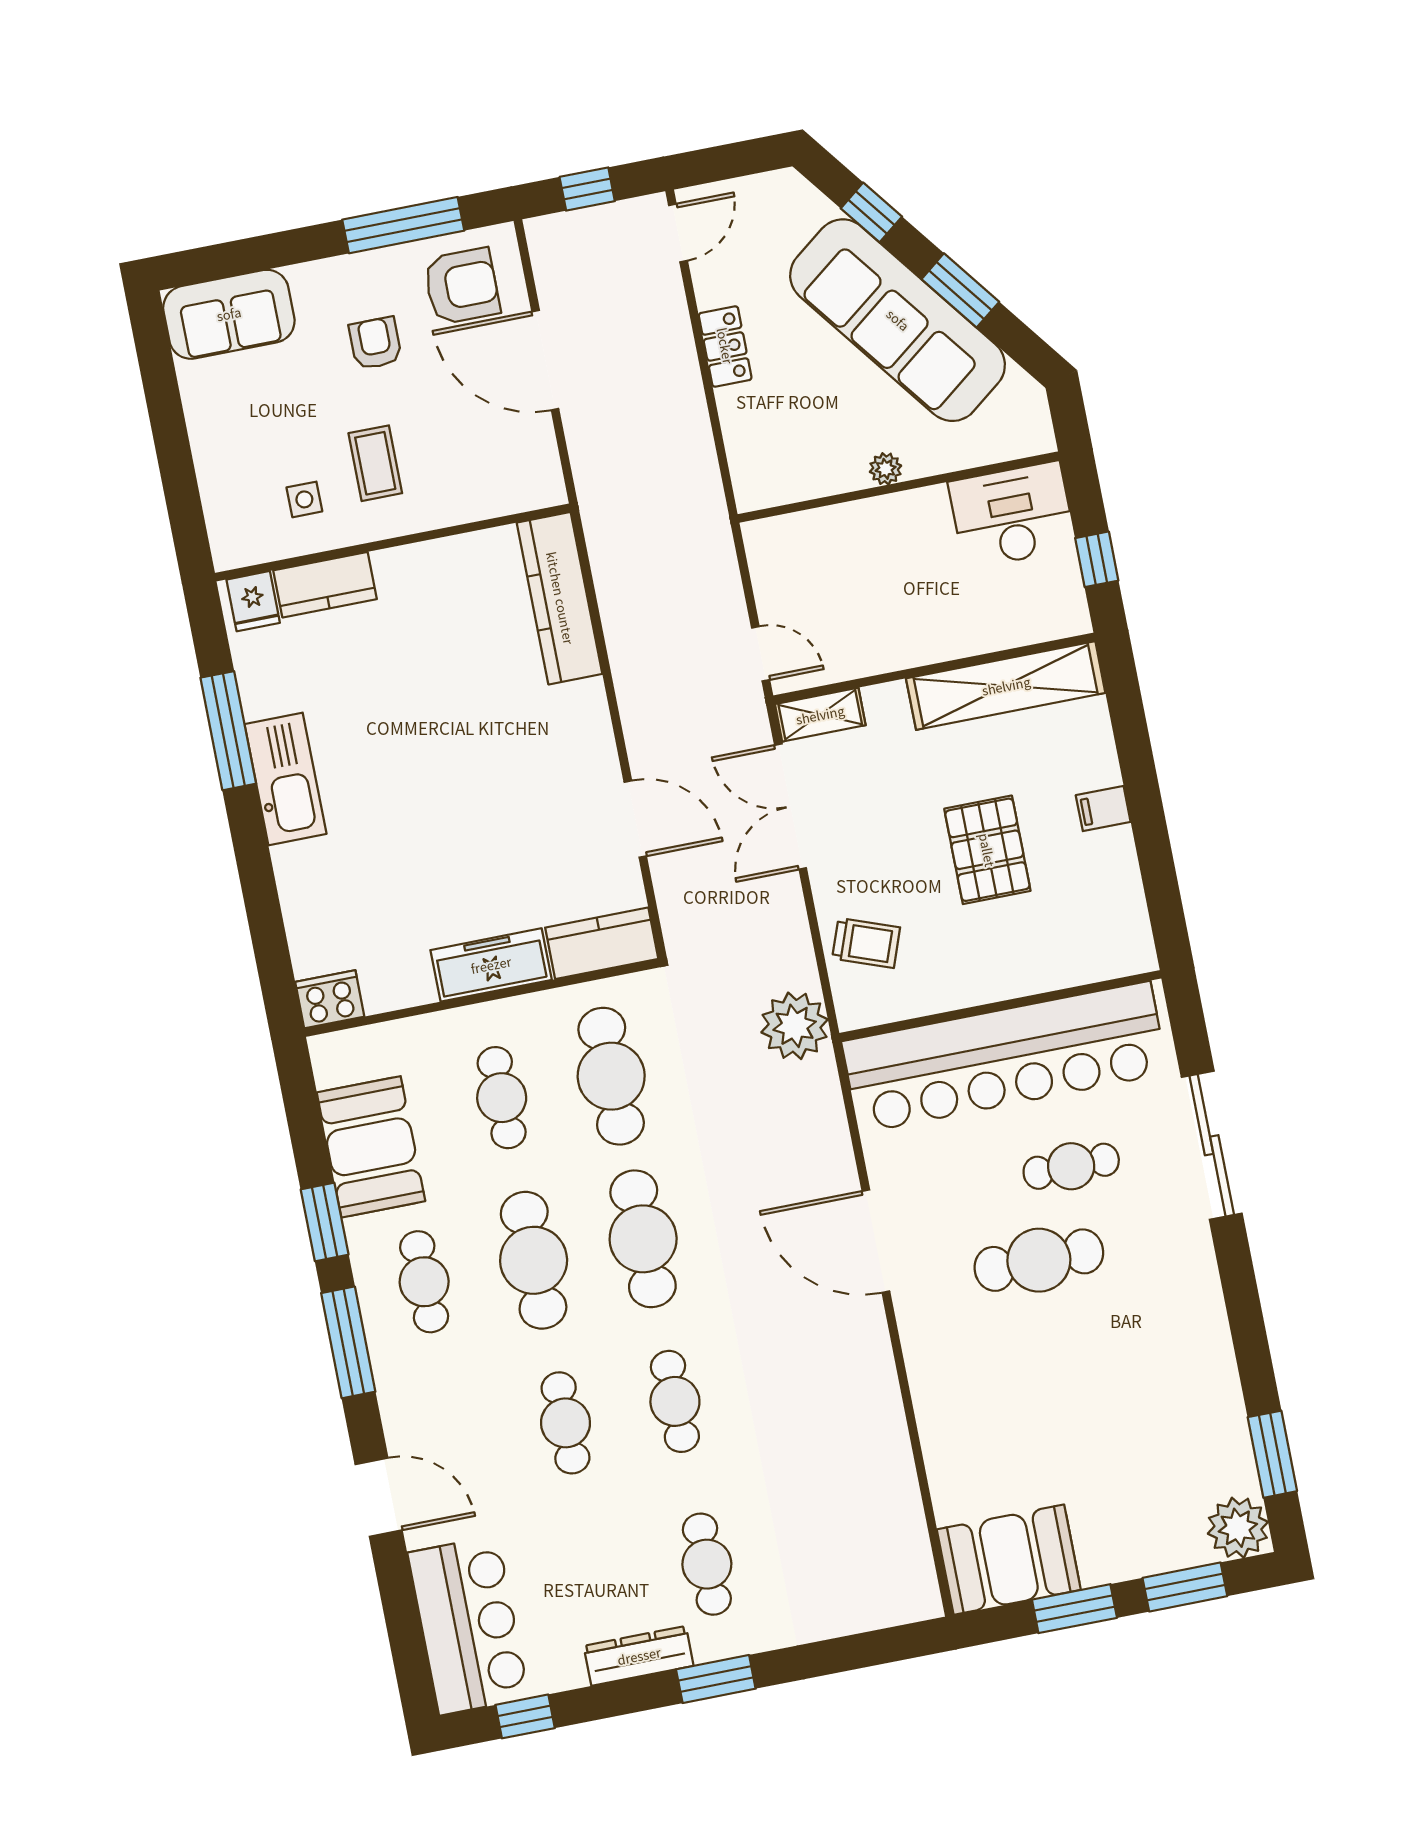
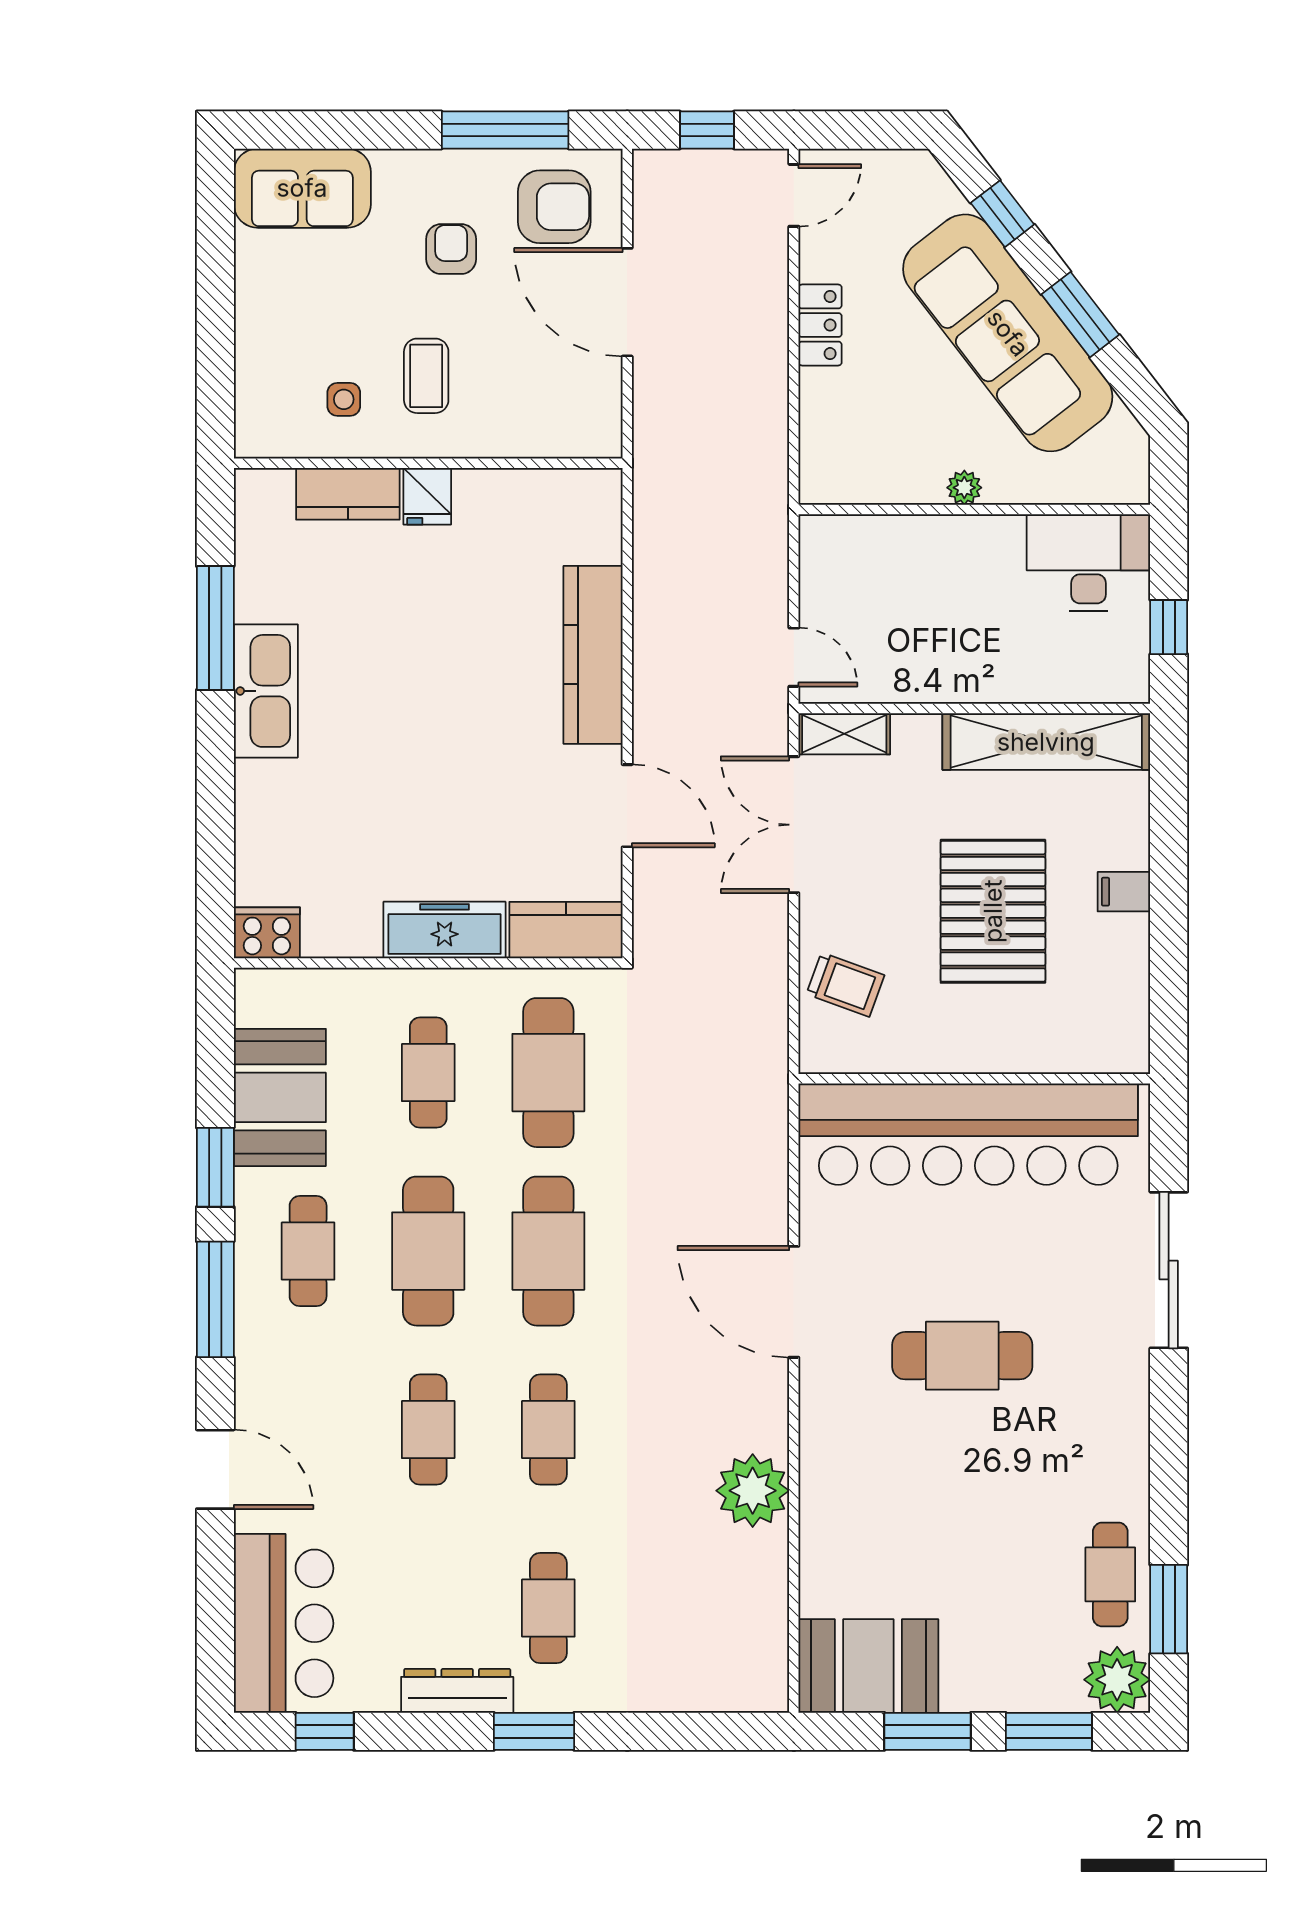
kitchen counter: (560, 598) -> (593, 655), moved
fridge: (253, 601) -> (427, 496), moved
pallet: (987, 850) -> (993, 911), width x1.37, depth x1.41
plant: (795, 1026) -> (753, 1491), moved
cafe table: (1071, 1166) -> (1110, 1574), moved, turned 90

